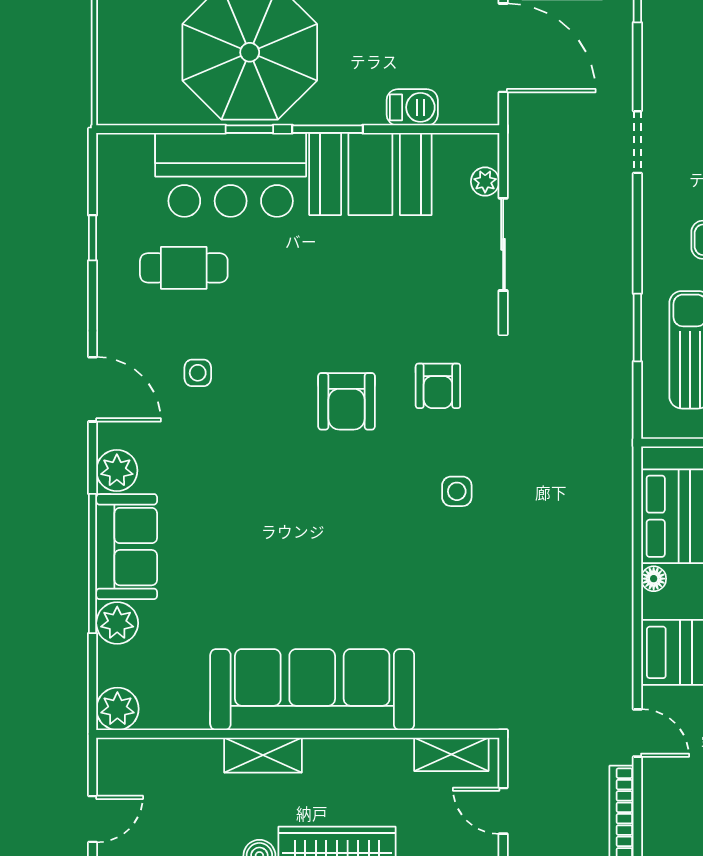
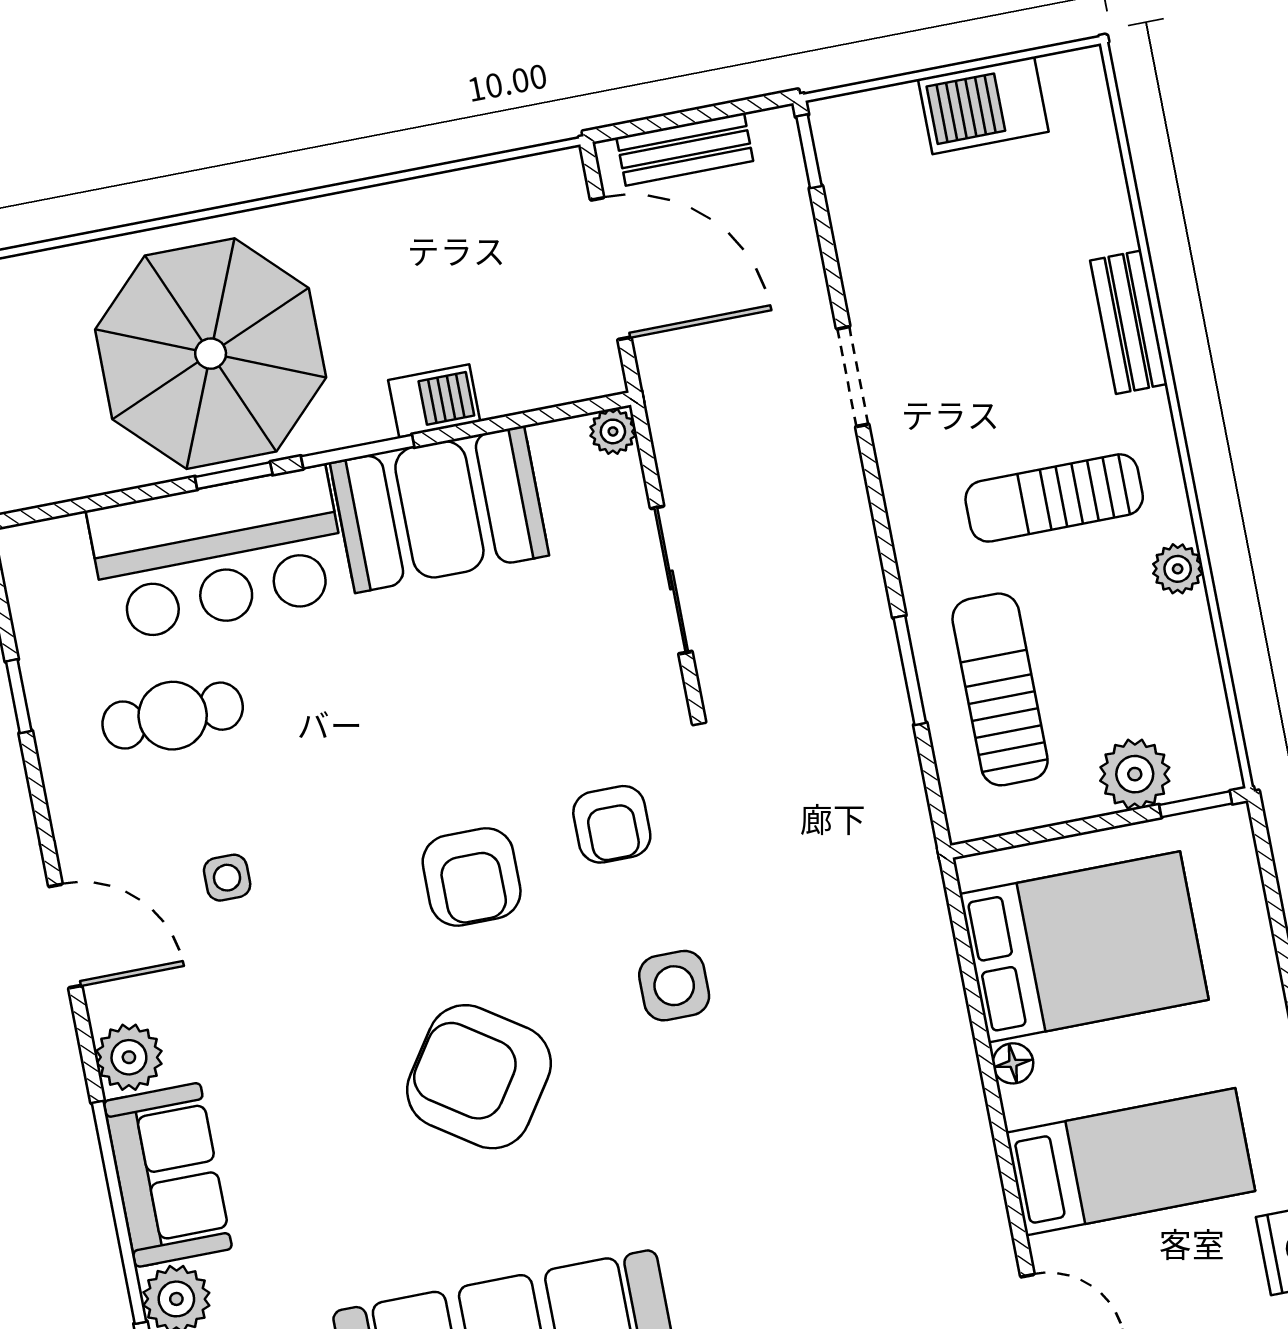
barbecue: (412, 107) -> (434, 401), moved
plant: (485, 182) -> (613, 431), moved
side table: (457, 491) -> (674, 986), width x1.37, depth x1.37
armchair: (327, 524) -> (479, 1077), added

